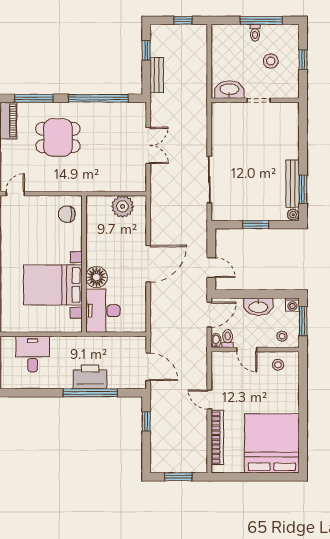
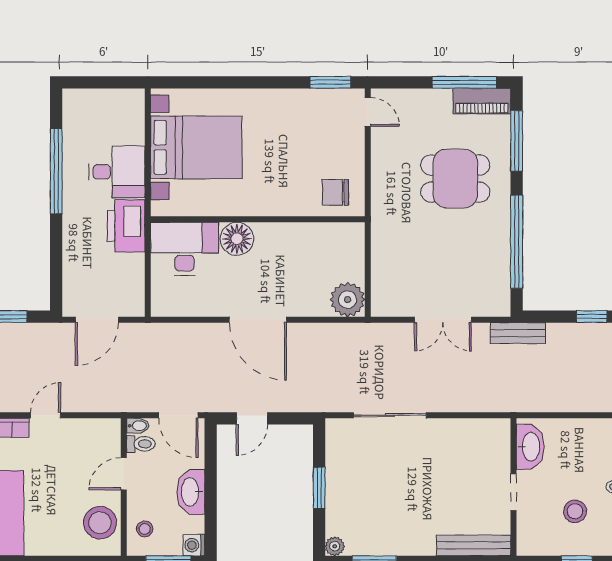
bench: (157, 75) -> (518, 333), moved
dining table: (58, 138) -> (455, 179), turned 90
bench: (293, 184) -> (474, 545), moved
plant: (122, 206) -> (348, 300), moved
chair: (67, 214) -> (335, 192), turned -90
bed with nightstands: (53, 285) -> (196, 147), moved, turned 90
desk: (33, 354) -> (117, 172), moved
stool: (278, 365) -> (100, 523), width x1.89, depth x1.89
printer: (90, 377) -> (126, 226), moved, turned 180
window: (90, 393) -> (56, 171), moved

